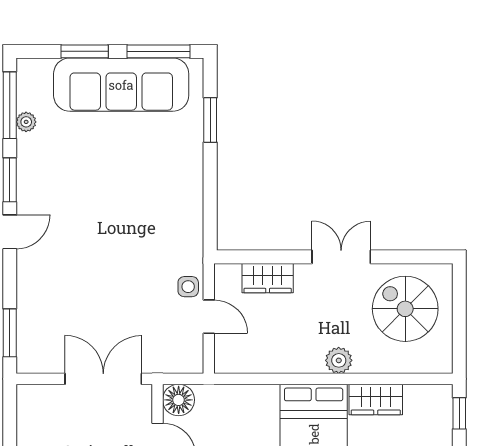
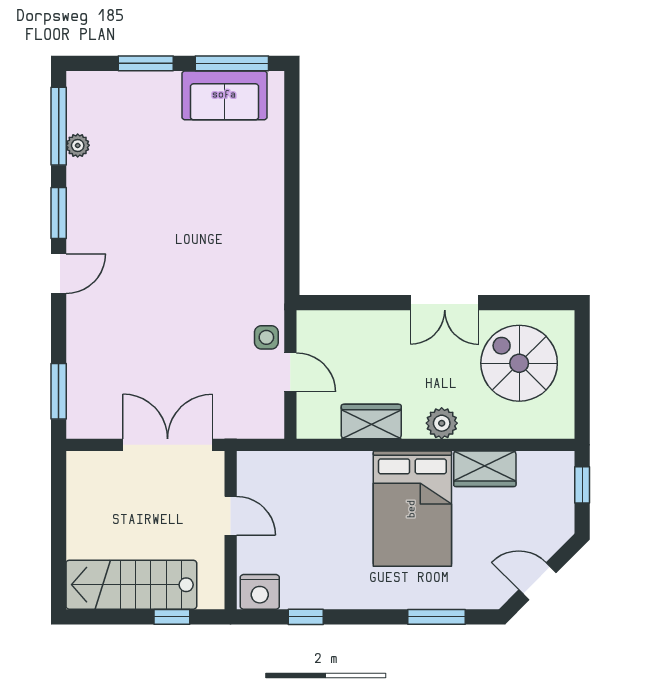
sofa: (121, 85) -> (224, 95), width x0.54, depth x0.79
window: (210, 120) -> (292, 143), removed
double door: (341, 257) -> (445, 303), swing flipped
wardrobe: (268, 278) -> (371, 422), moved, turned 180
floor lamp: (179, 400) -> (255, 469), removed

